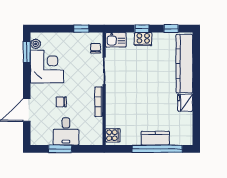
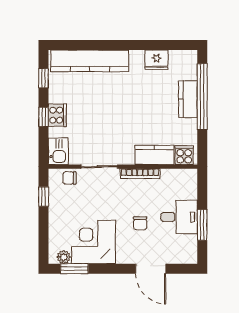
fridge: (185, 103) -> (156, 60), moved
kitchen counter: (113, 113) -> (154, 155), added

